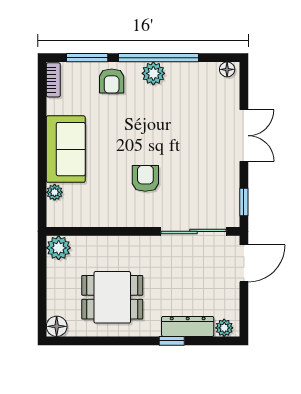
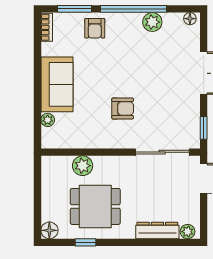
plant: (153, 73) -> (152, 22), moved
armchair: (145, 178) -> (123, 108), turned 90
plant: (59, 248) -> (83, 166), moved
window: (172, 341) -> (86, 242), moved

